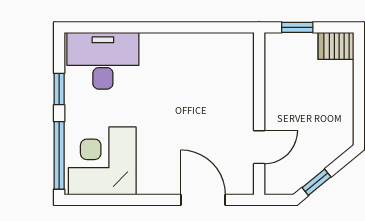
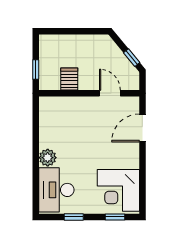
server rack: (336, 46) -> (69, 79), moved, turned 180
plant: (155, 47) -> (48, 158), added
window: (59, 155) -> (115, 217), width x0.46

